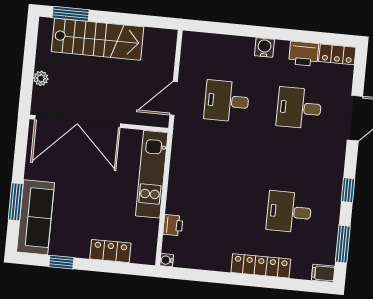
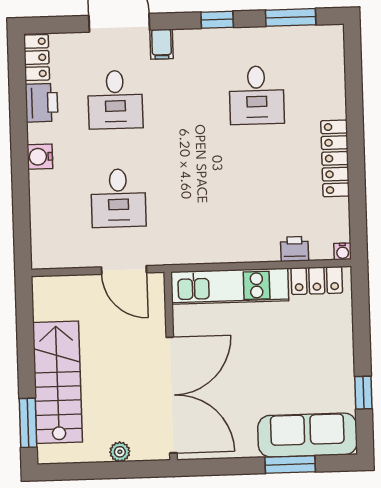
locker: (110, 251) -> (317, 280), moved, turned -90
locker: (261, 266) -> (335, 158), moved
filing cabinet: (323, 273) -> (162, 44), moved

